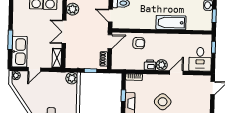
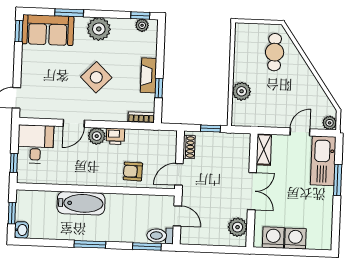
plant: (72, 78) -> (242, 91), moved

